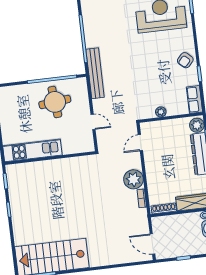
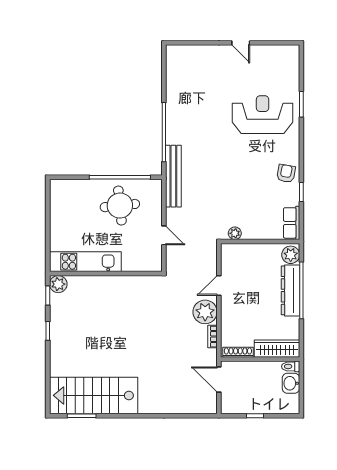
armchair: (185, 60) -> (286, 173), turned 147
plant: (161, 112) -> (235, 233), moved
door: (140, 143) -> (219, 285), moved
plant: (13, 171) -> (58, 284), added
door: (152, 244) -> (219, 379), moved

